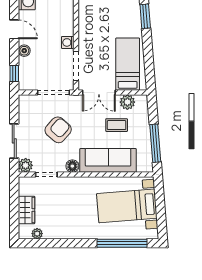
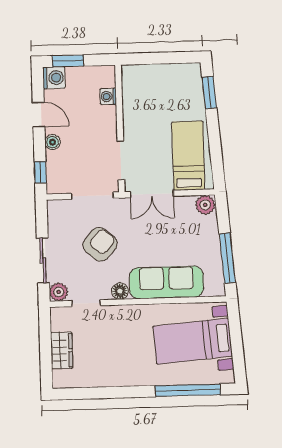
washing machine: (68, 42) -> (108, 96), moved
plant: (127, 102) -> (205, 205), moved
coffee table: (117, 125) -> (176, 236), removed
plant: (37, 234) -> (76, 381), removed

